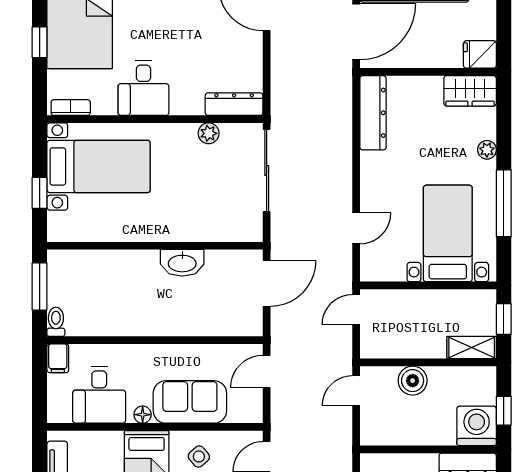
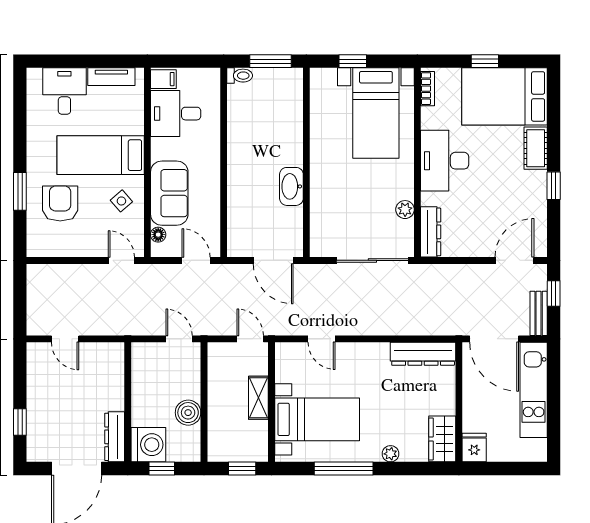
desk: (143, 88) -> (445, 161), width x1.37
shelving: (472, 348) -> (258, 398), moved
filing cabinet: (58, 358) -> (163, 79), moved, turned 180
boiler: (413, 381) -> (188, 413), moved
floor lamp: (143, 415) -> (158, 235), moved

